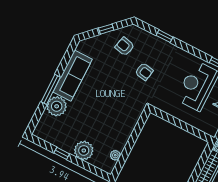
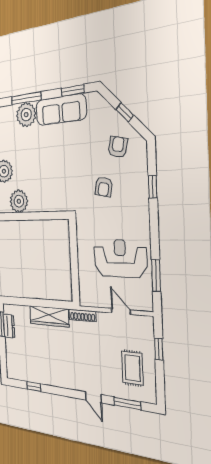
window: (66, 59) -> (73, 91), added
window: (51, 89) -> (26, 98), moved
plant: (115, 155) -> (19, 201), width x1.87, depth x1.87

